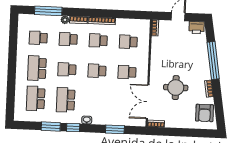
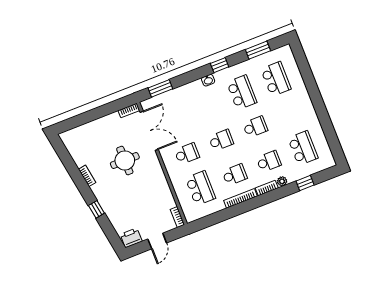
window: (48, 11) -> (305, 183), width x0.46
school desk: (38, 38) -> (303, 148), width x1.85
school desk: (128, 42) -> (200, 188), width x1.85
window: (213, 60) -> (96, 209), width x0.32
school desk: (37, 68) -> (289, 113), removed
armchair: (205, 113) -> (80, 146), removed
window: (51, 127) -> (258, 50), moved
window: (115, 129) -> (160, 88), moved

